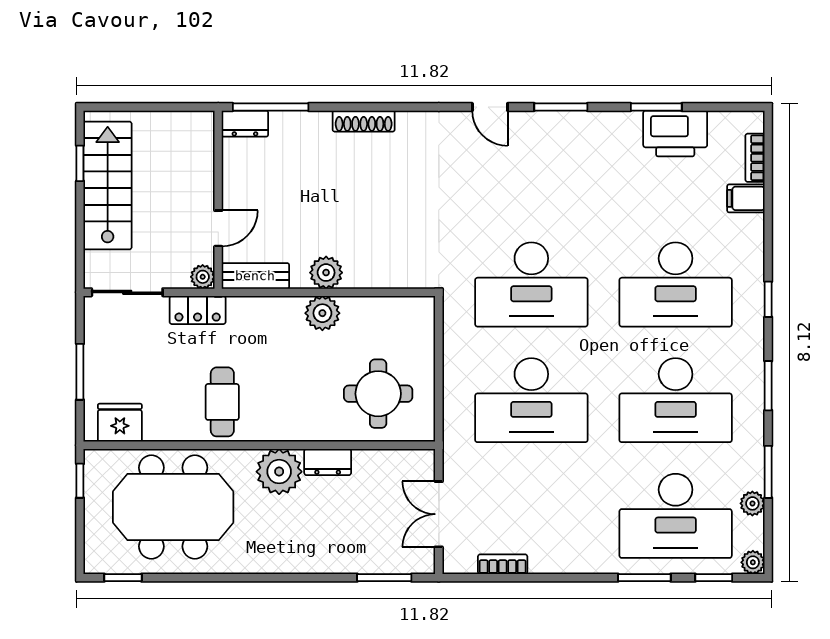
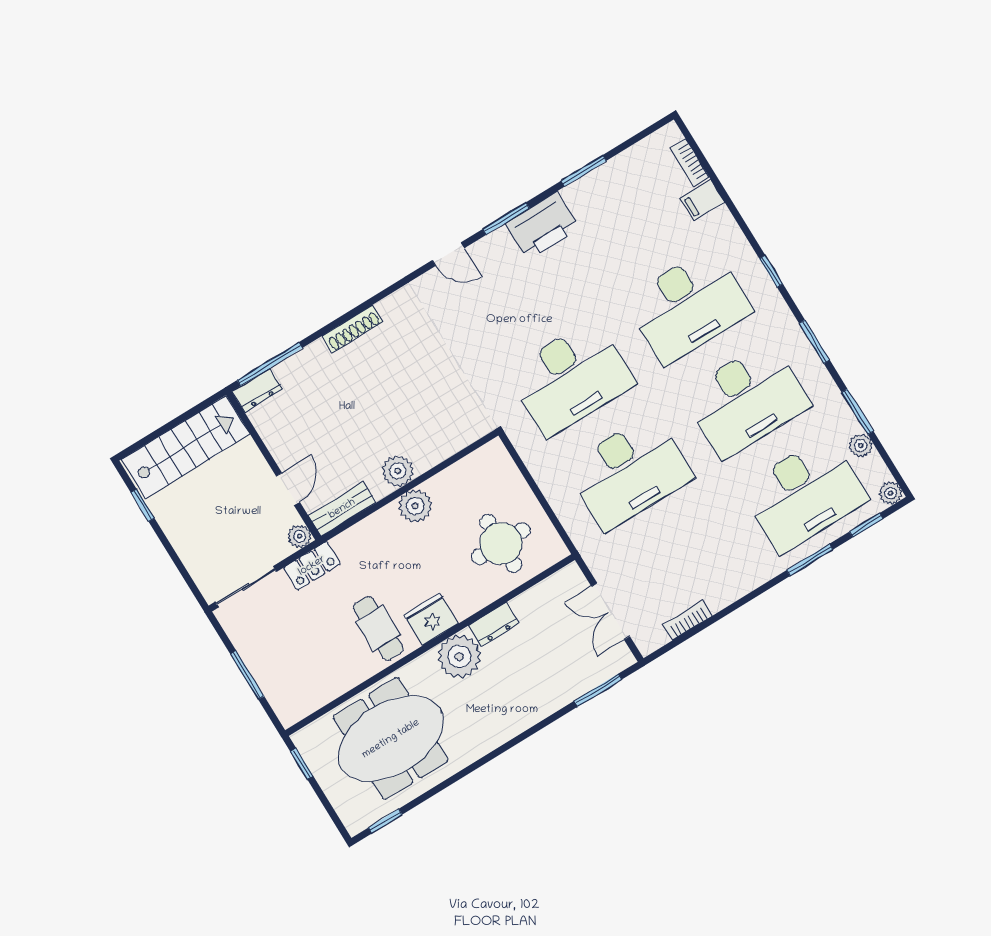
printer: (675, 134) -> (542, 226), moved
stairs: (108, 185) -> (185, 447), moved, turned 90
fridge: (120, 423) -> (431, 619), moved

